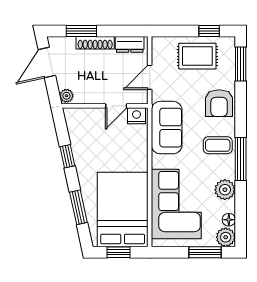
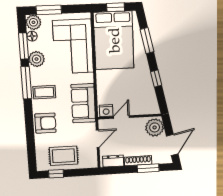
window: (241, 64) -> (24, 46), moved
plant: (66, 96) -> (155, 127), width x1.88, depth x1.88
armchair: (219, 103) -> (45, 123), turned 90

